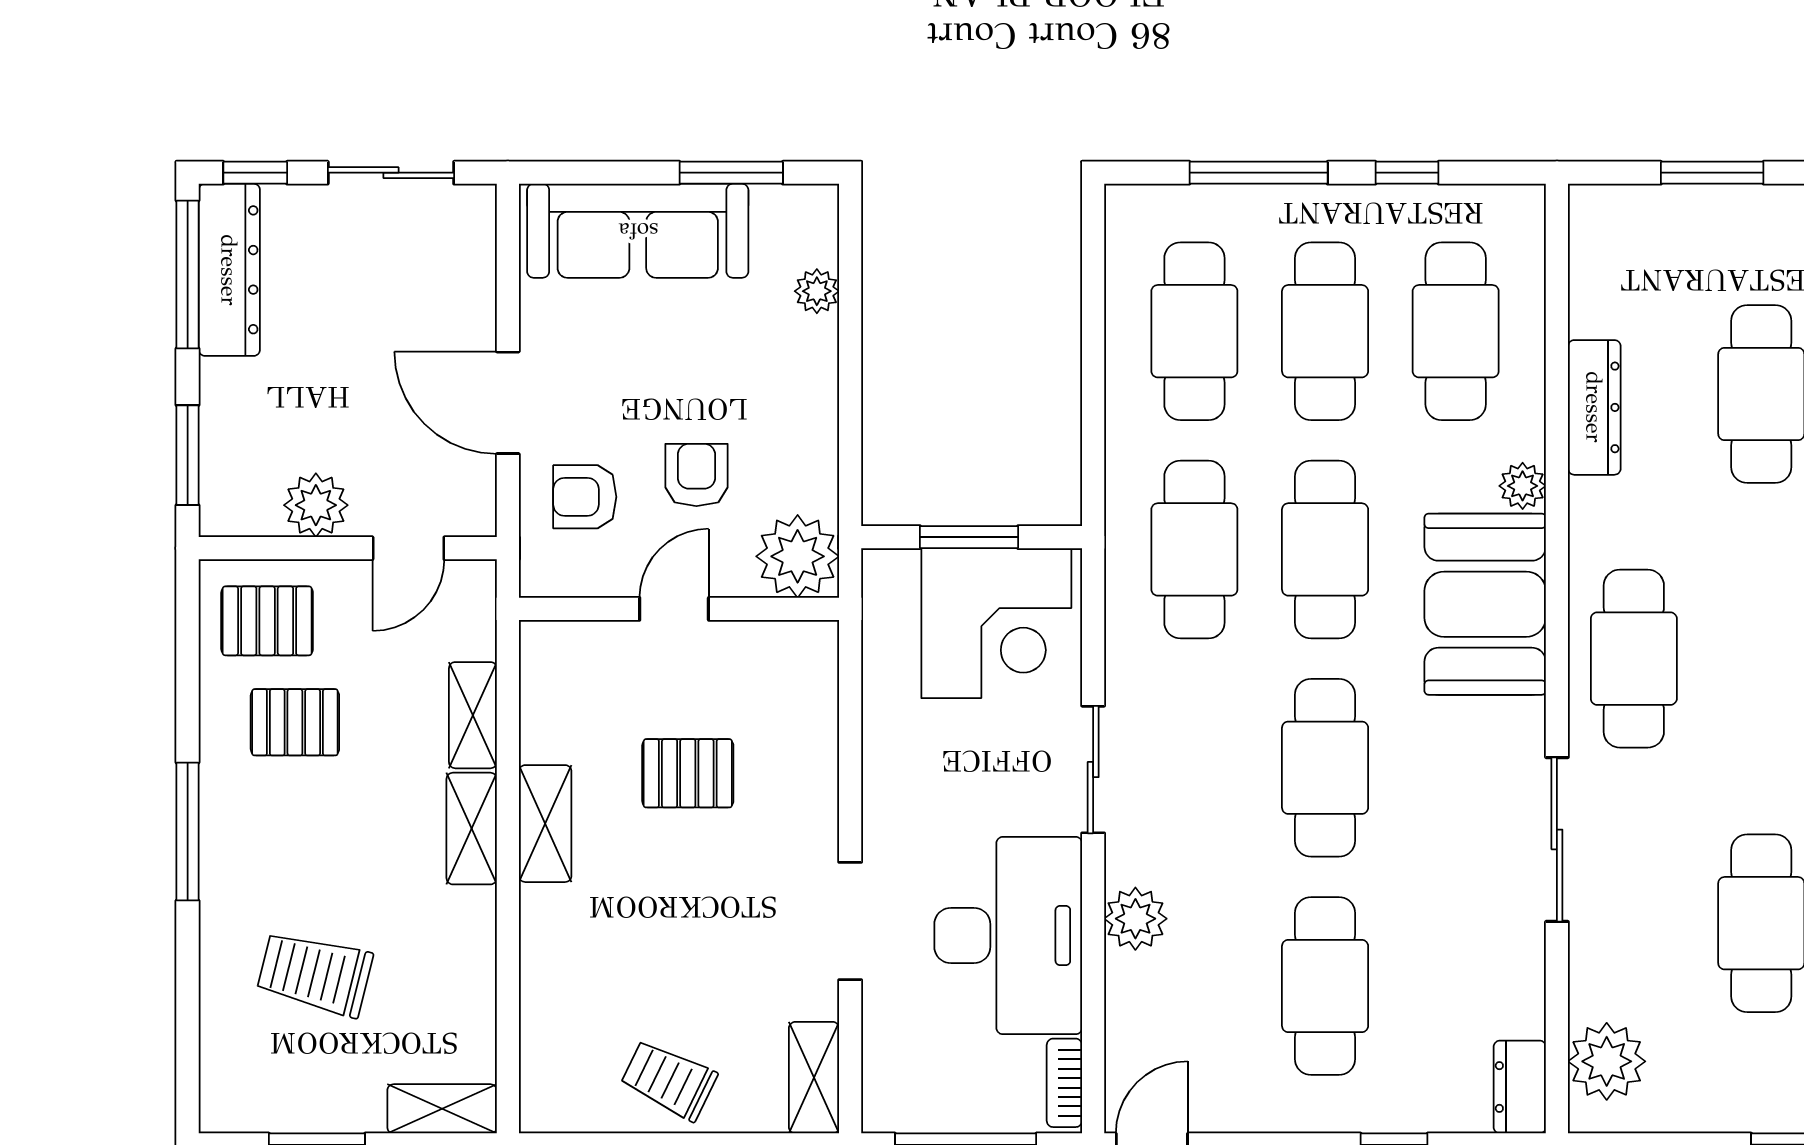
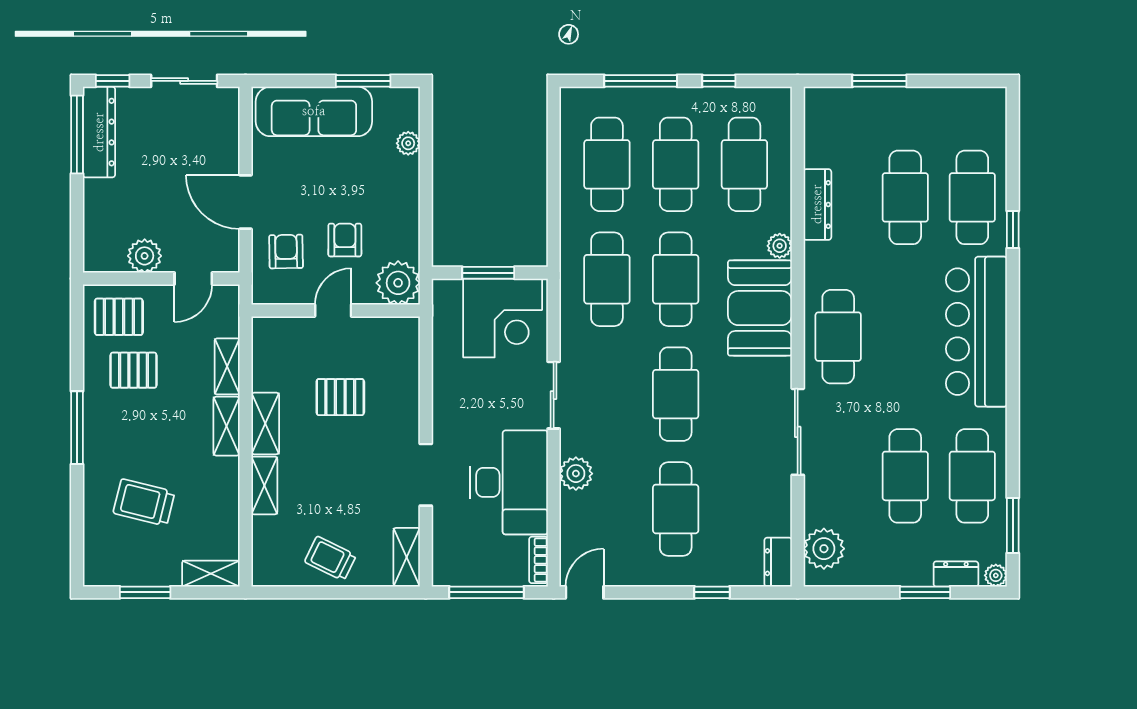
window: (188, 455) -> (77, 230), removed
armchair: (585, 497) -> (286, 252), turned 89
shelving: (544, 941) -> (264, 485), added

